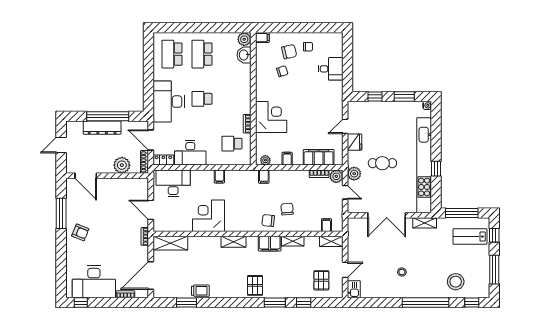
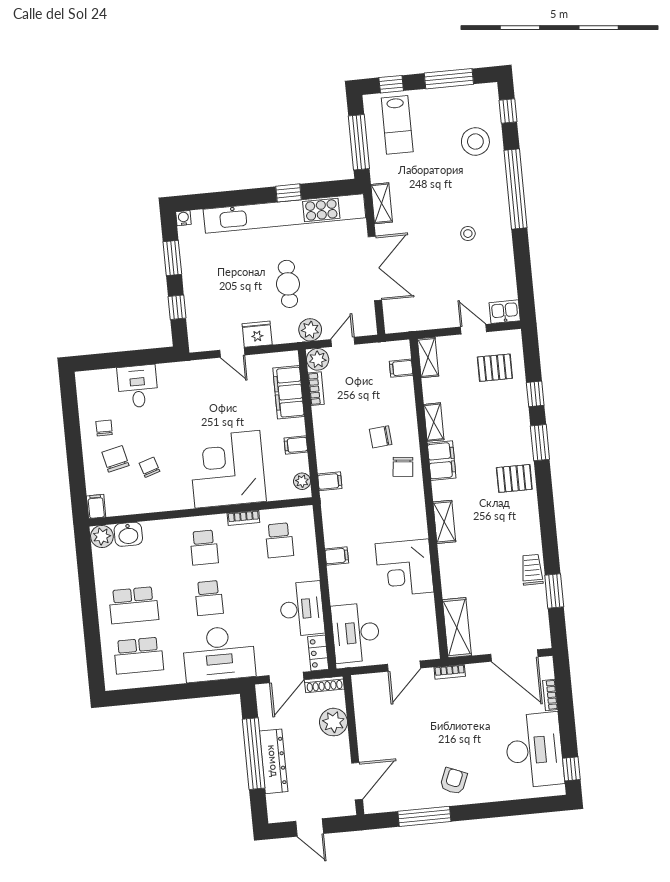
school desk: (232, 99) -> (204, 548), added
corner desk: (271, 117) -> (227, 469), width x1.36, depth x1.36

